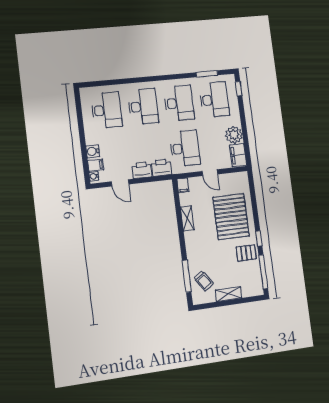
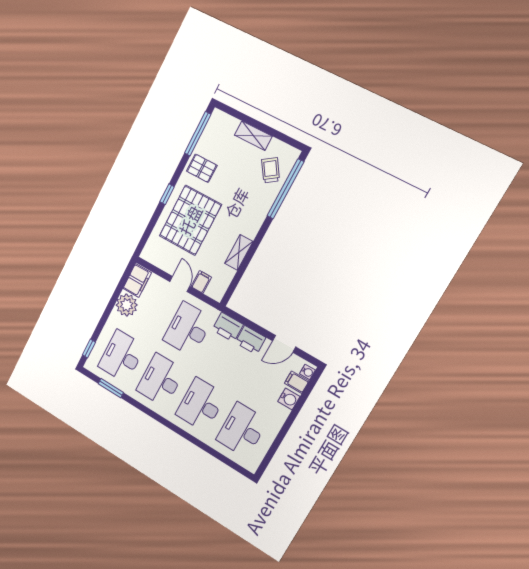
door: (120, 183) -> (284, 344), swing flipped
filing cabinet: (183, 185) -> (201, 282), moved
window: (259, 239) -> (167, 194), moved
window: (187, 276) -> (285, 189), width x1.46

